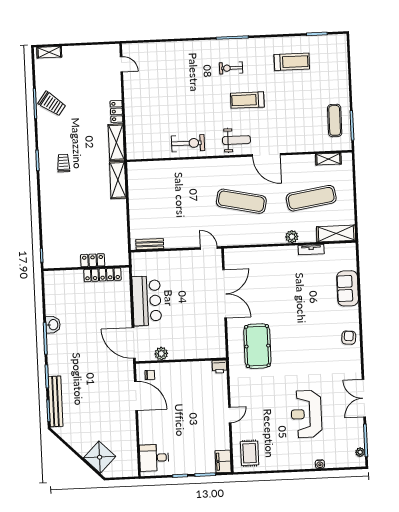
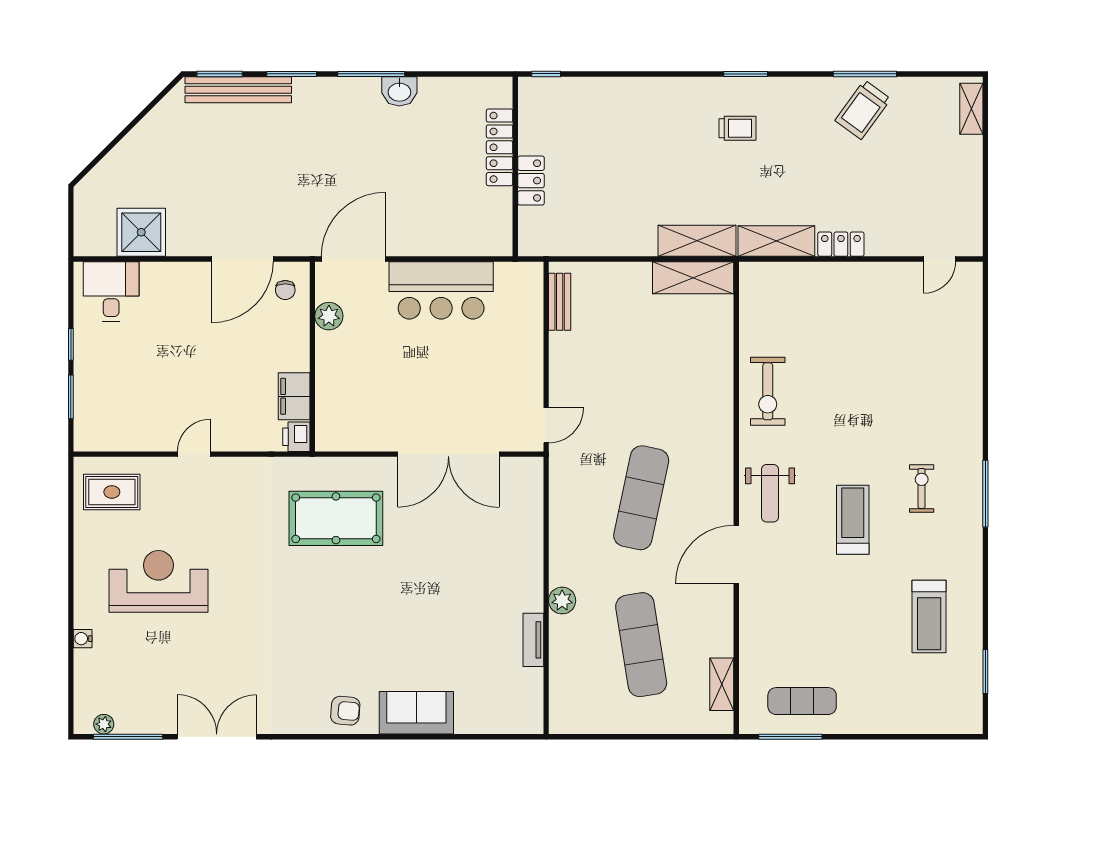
shelving: (336, 233) -> (693, 278), moved, turned 90
locker: (102, 275) -> (500, 147), moved
sofa: (348, 288) -> (416, 713), moved
reception desk: (306, 414) -> (158, 581), moved
door: (230, 415) -> (194, 454), swing flipped
shower: (100, 457) -> (141, 232), moved, turned 45
filing cabinet: (223, 461) -> (294, 396), moved, turned -90

